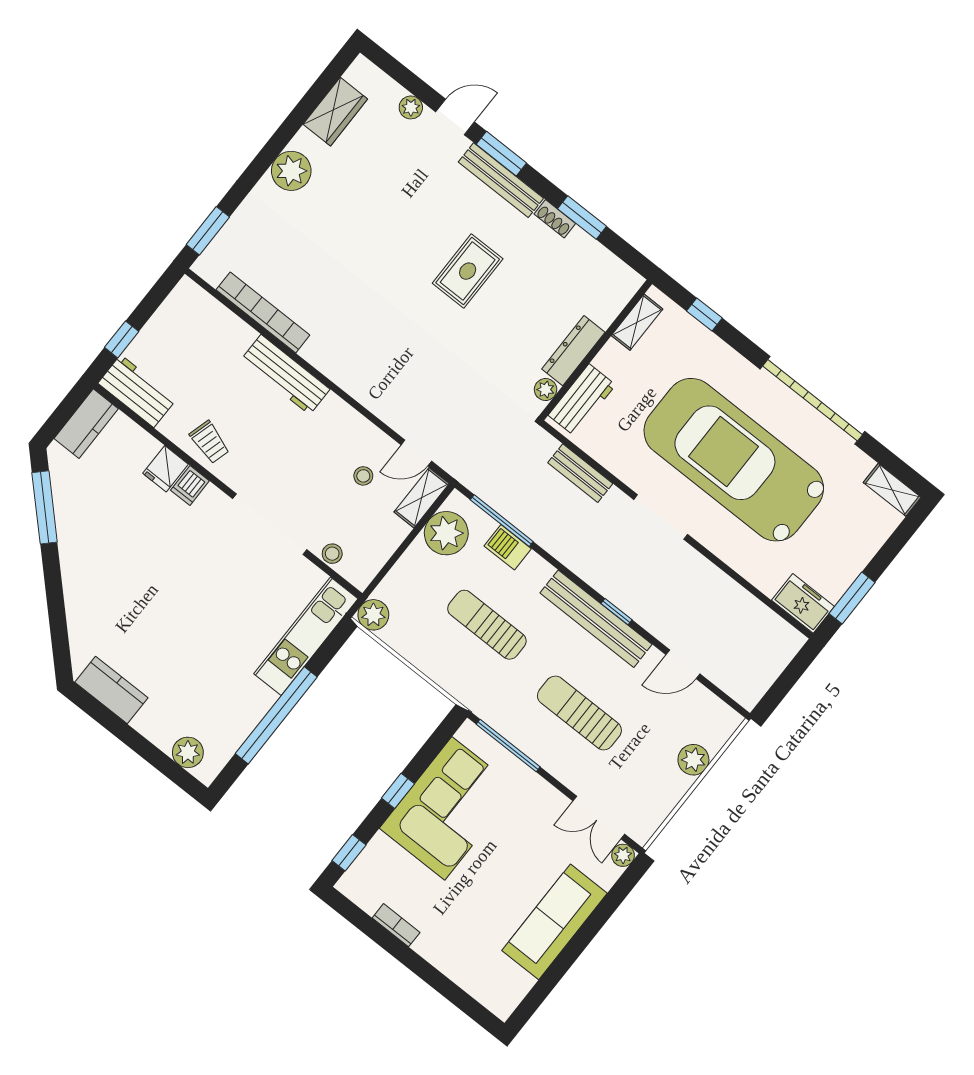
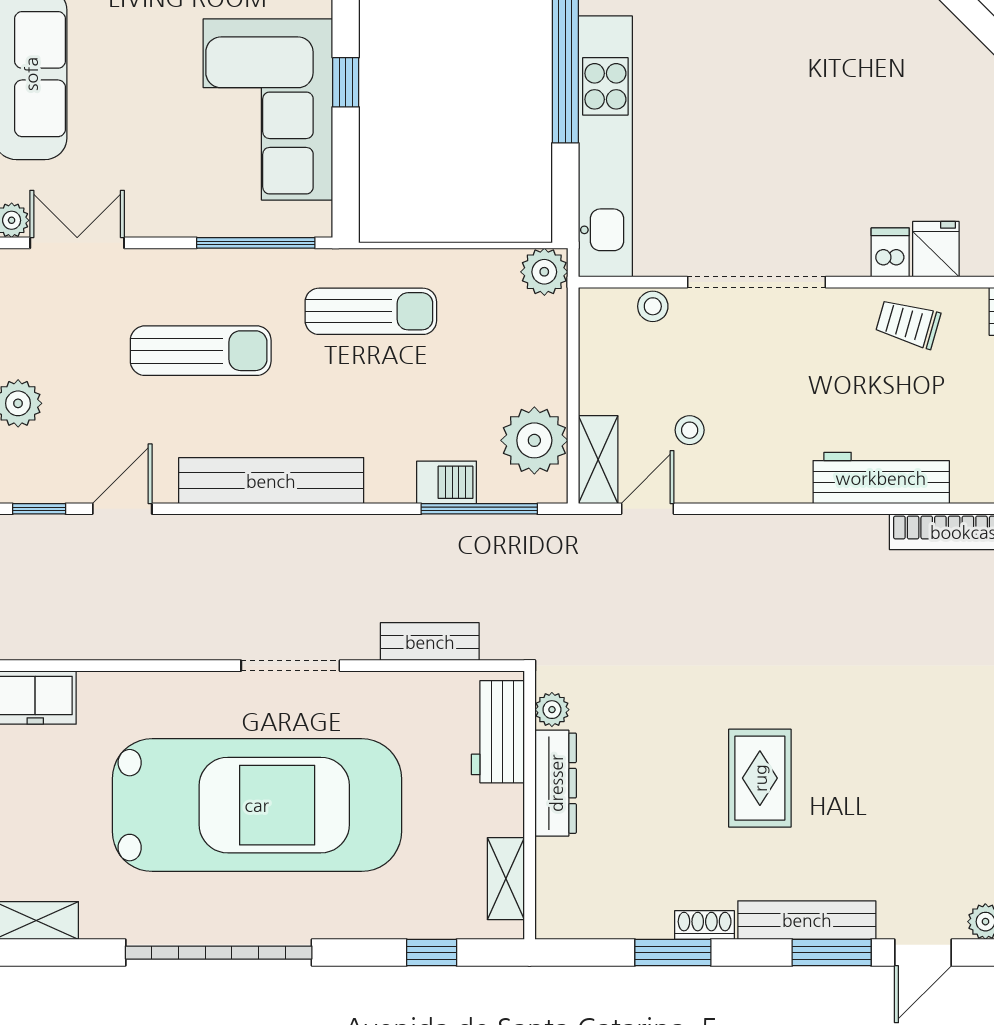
window: (617, 612) -> (39, 509), moved
sun lounger: (487, 625) -> (371, 311), moved
kitchen unit: (306, 636) -> (605, 146), width x1.36

